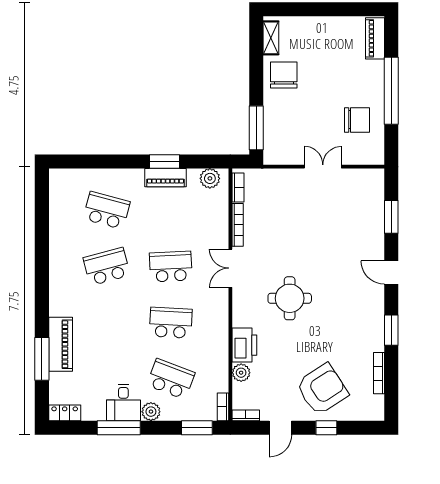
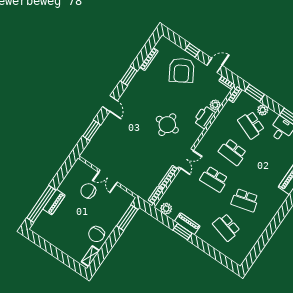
piano: (375, 38) -> (54, 202), moved
window: (391, 91) -> (41, 204), moved
chair: (357, 120) -> (88, 191), moved
armchair: (322, 389) -> (182, 70), turned -88
plant: (151, 412) -> (263, 110), moved

